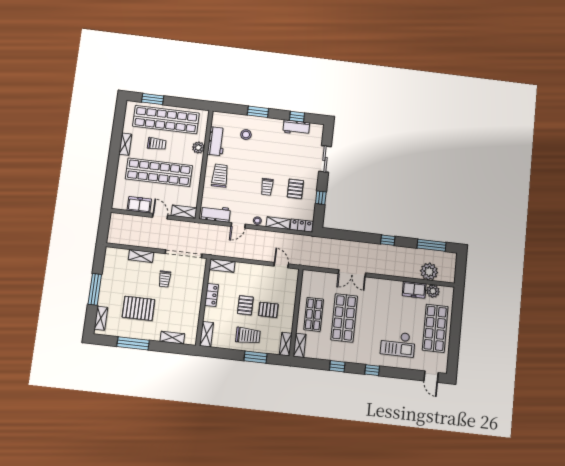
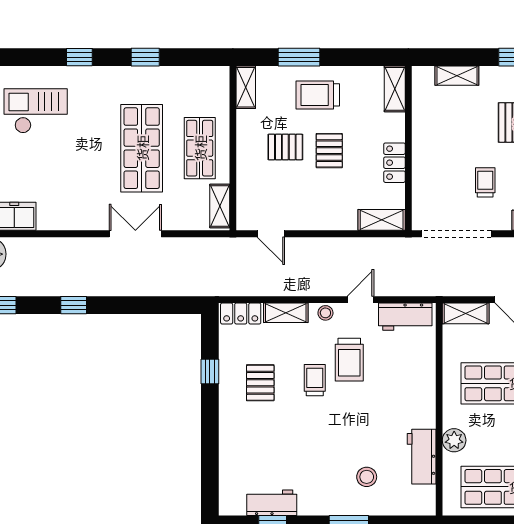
sliding door: (325, 159) -> (210, 448), removed
trolley: (220, 176) -> (349, 360), moved
shelving: (300, 345) -> (220, 206), moved

